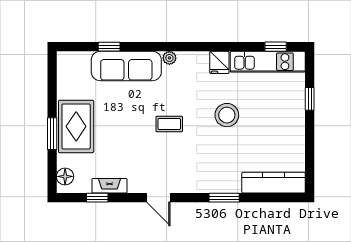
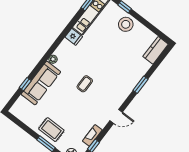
stool: (227, 115) -> (126, 24), moved
rug: (76, 126) -> (51, 130), width x0.73, depth x0.70
kitchen counter: (274, 183) -> (156, 50), width x0.67

